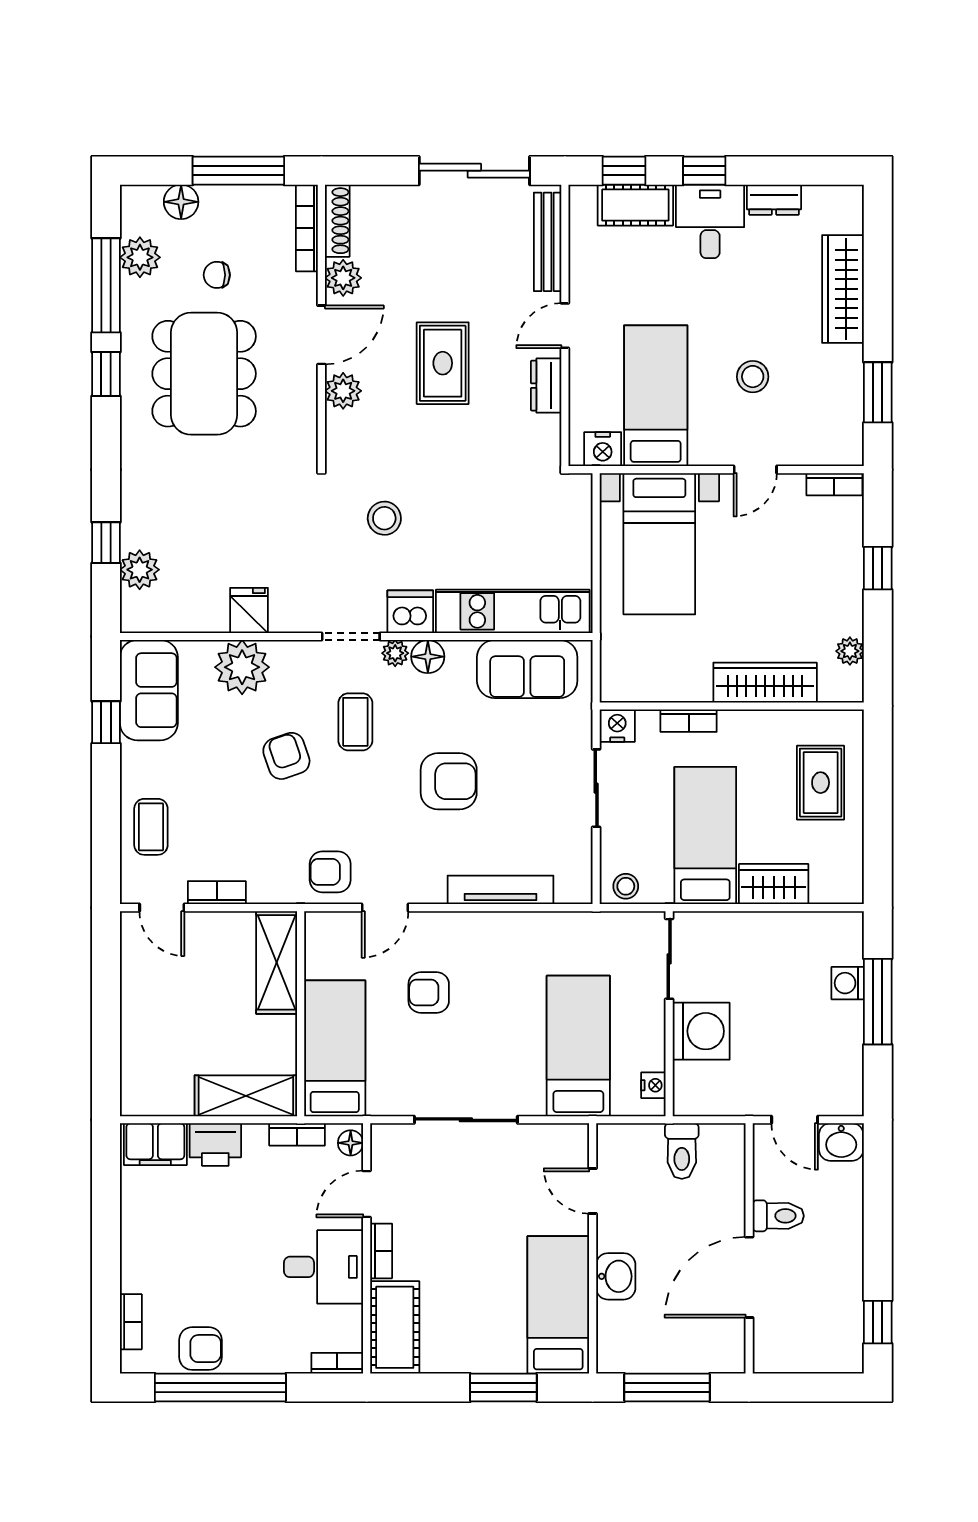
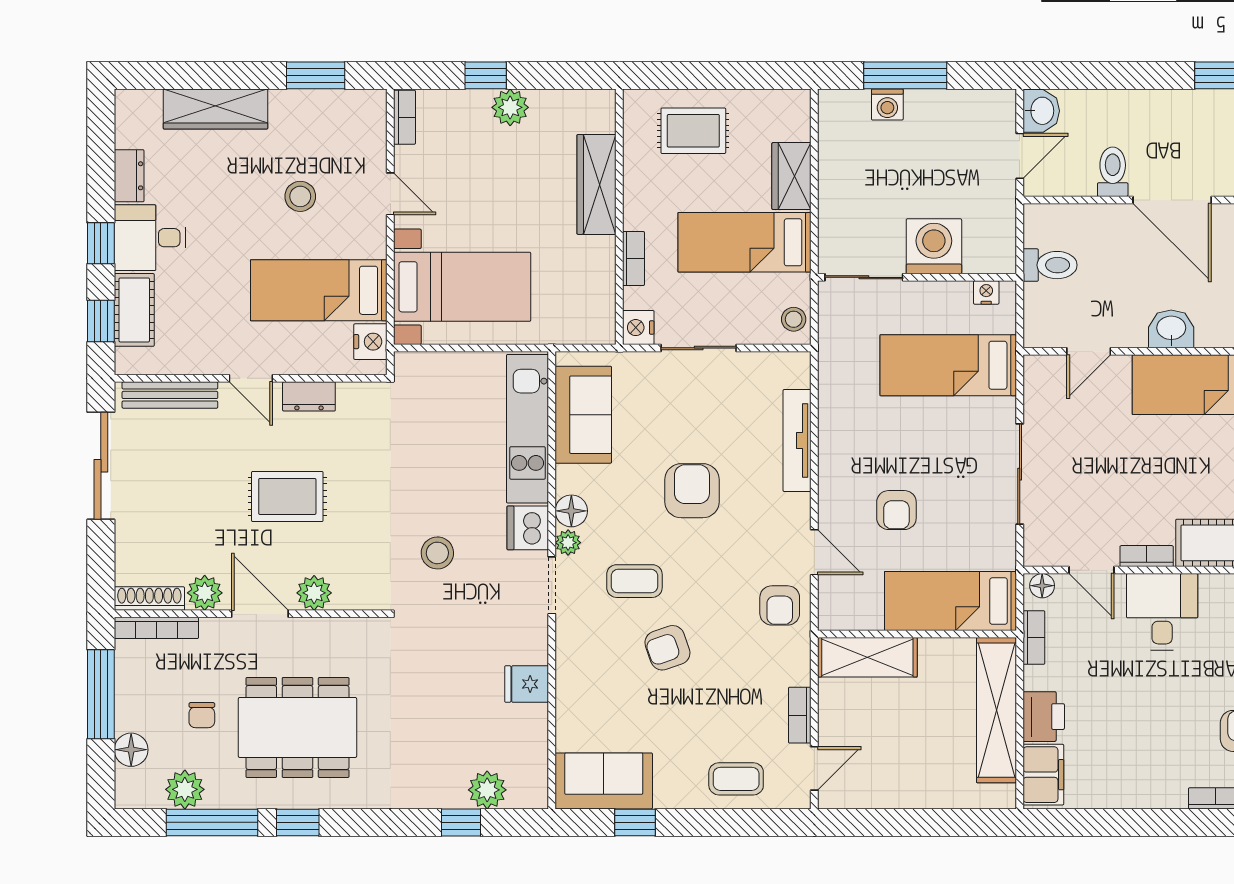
plant: (850, 651) -> (510, 107), moved, width x1.38, depth x1.38
plant: (242, 667) -> (582, 691), removed
shelving: (246, 1096) -> (996, 710), width x1.47

